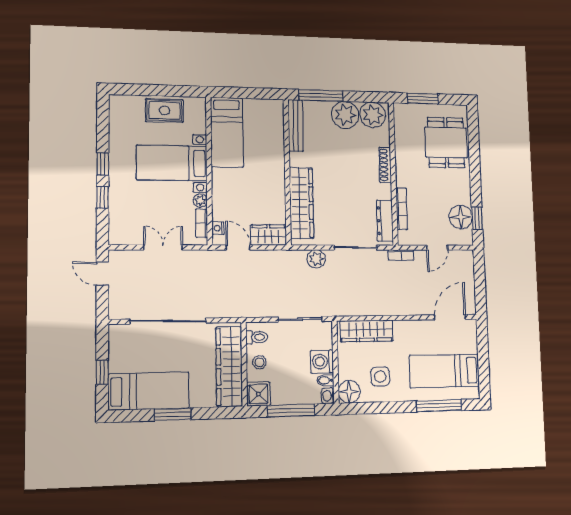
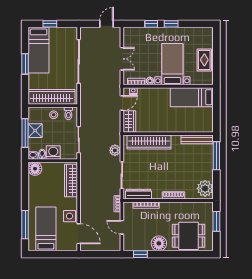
plant: (345, 115) -> (205, 171), removed
floor lamp: (461, 217) -> (159, 243), moved
side table: (380, 377) -> (69, 216), moved
shower: (258, 394) -> (35, 131), moved

